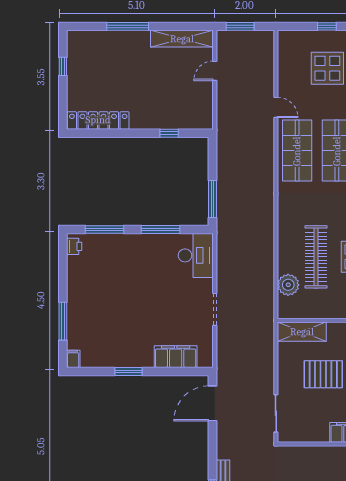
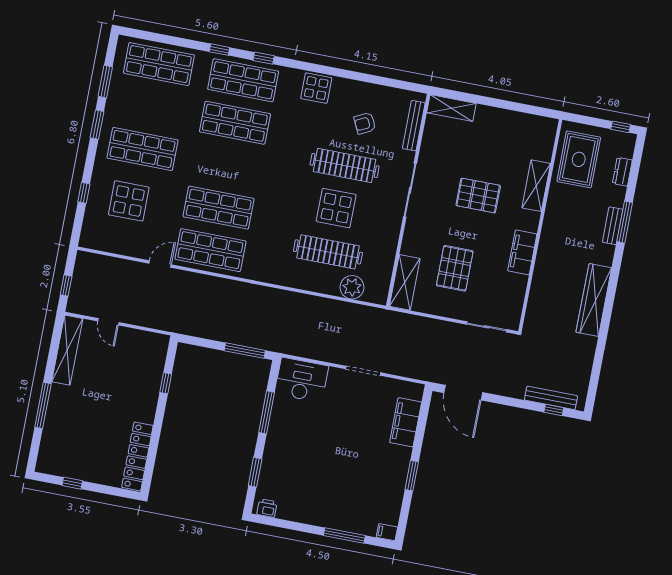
window: (240, 26) -> (66, 285), width x0.67
window: (104, 229) -> (255, 472), width x0.69

